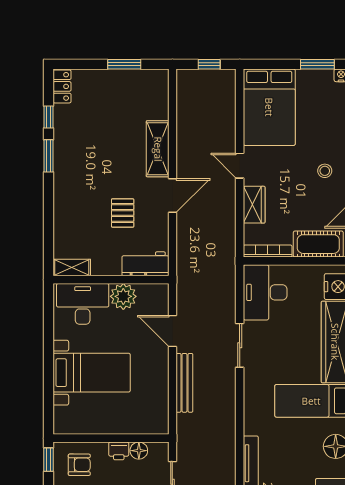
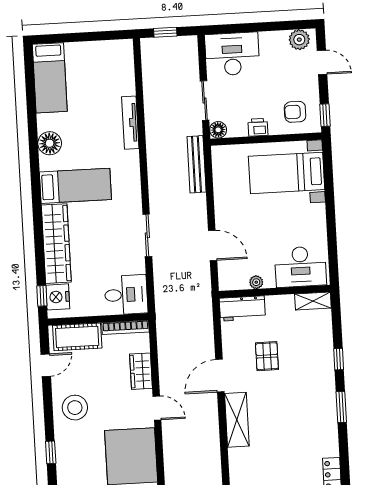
window: (48, 117) -> (339, 359), moved
stool: (325, 171) -> (75, 408), width x1.89, depth x1.89
desk: (265, 292) -> (126, 295), width x0.73
plant: (123, 296) -> (256, 282), width x0.53, depth x0.53
bed with nightstands: (92, 373) -> (287, 173), moved
bench: (184, 383) -> (197, 164), moved
floor lamp: (139, 451) -> (218, 130), moved

